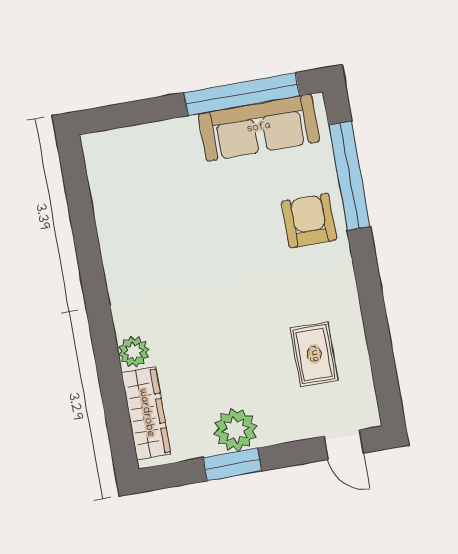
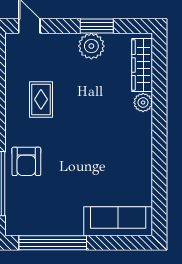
sofa: (259, 128) -> (118, 221), moved
rug: (314, 354) -> (41, 99), moved

